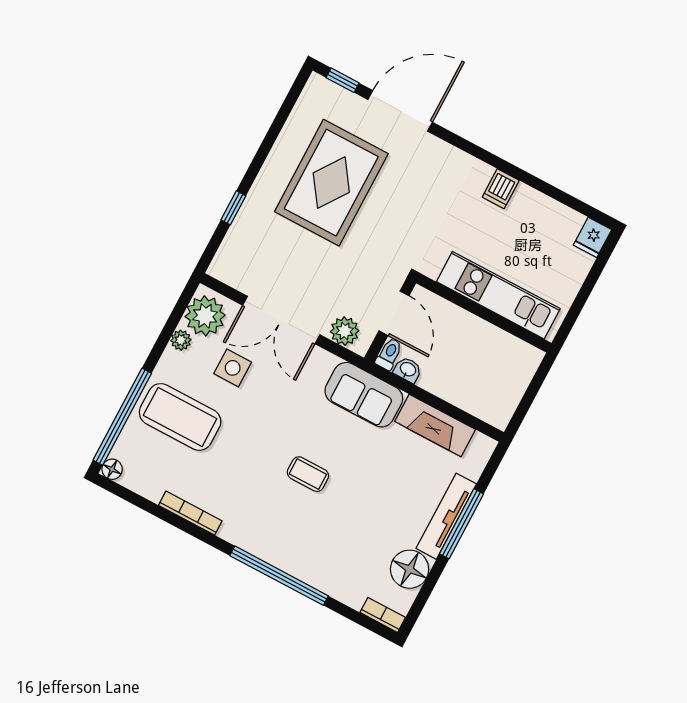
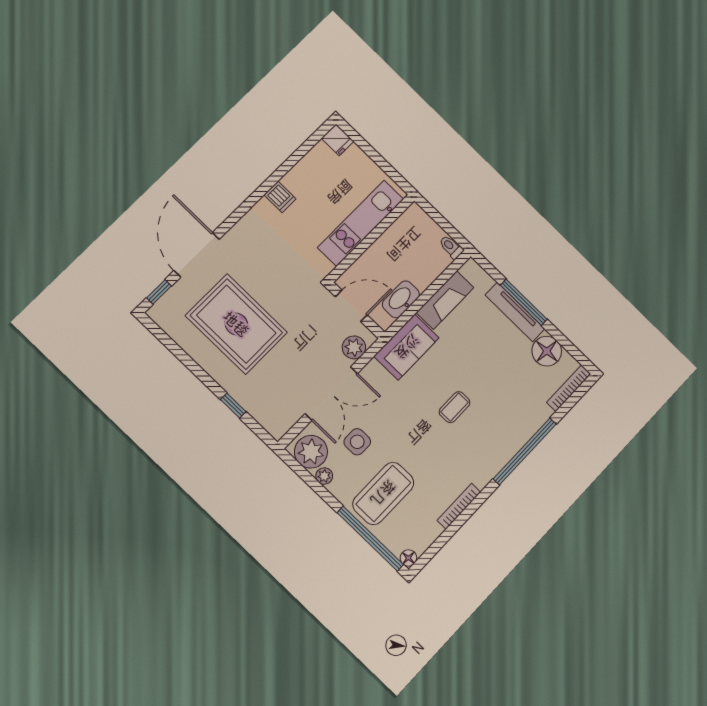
toilet: (389, 354) -> (451, 247), moved
washbasin: (408, 370) -> (401, 299), width x1.91, depth x1.45
bookcase: (383, 615) -> (569, 388), width x1.56

